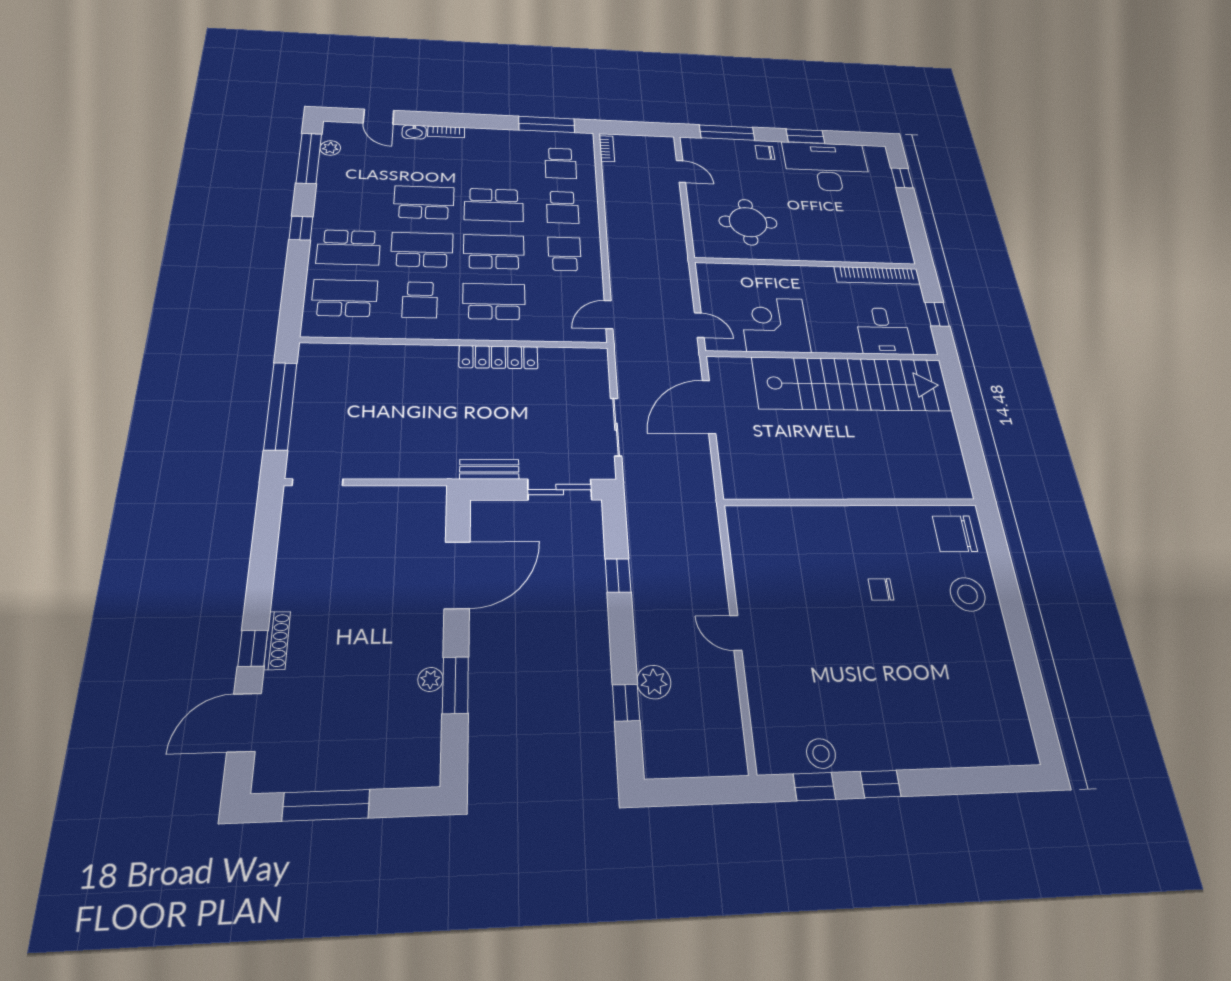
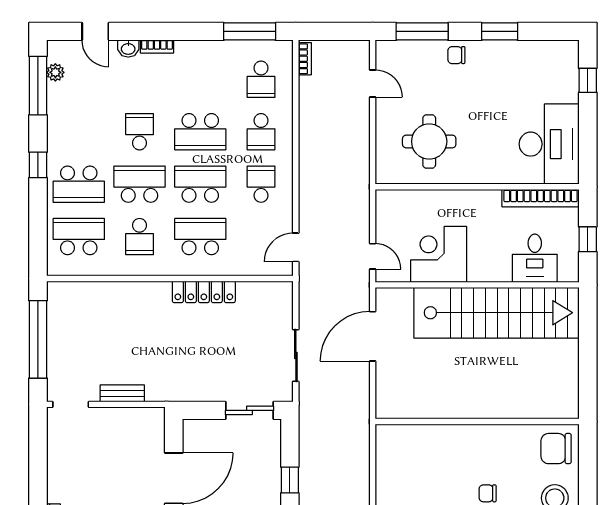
desk: (827, 167) -> (549, 144), moved, turned 90
school desk: (424, 202) -> (140, 132), width x0.54
bench: (489, 469) -> (122, 393), moved

